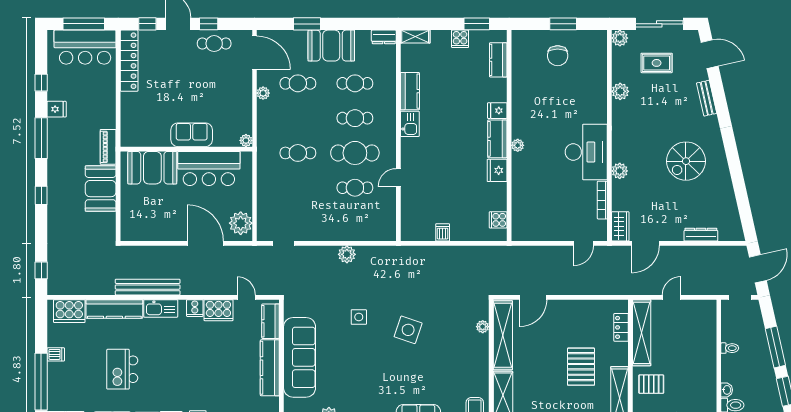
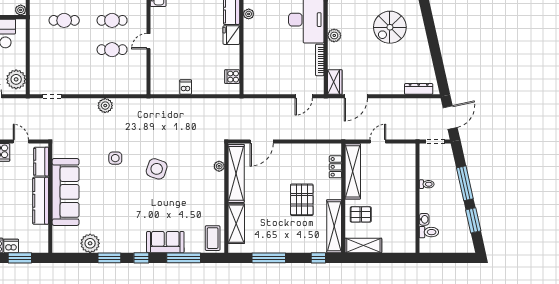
cafe table: (355, 153) -> (112, 20), width x0.73, depth x0.74
dresser: (701, 235) -> (419, 89), moved

